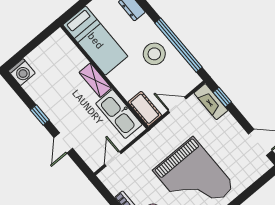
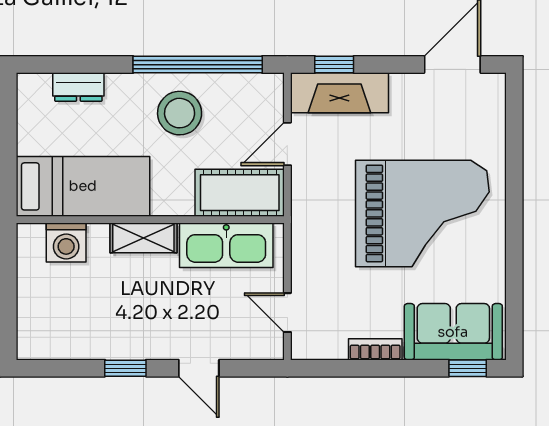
washing machine: (22, 72) -> (66, 243), moved, turned 90
fireplace: (211, 102) -> (339, 93), width x1.37, depth x1.32
cot: (145, 109) -> (240, 193), width x1.37, depth x1.34

